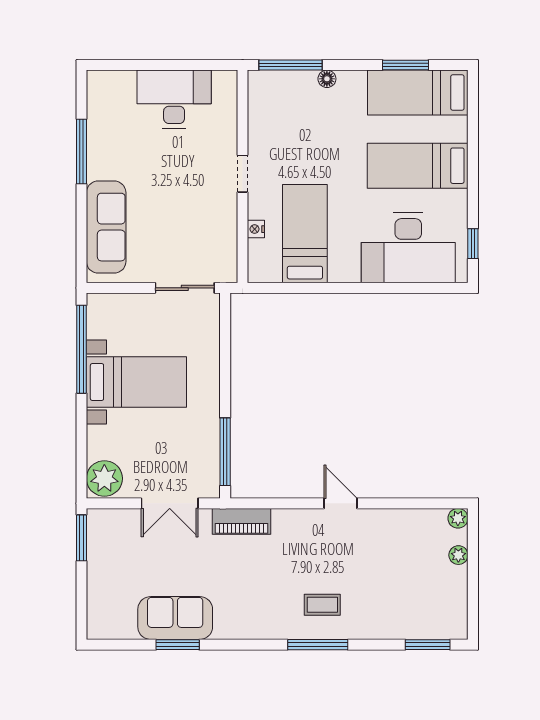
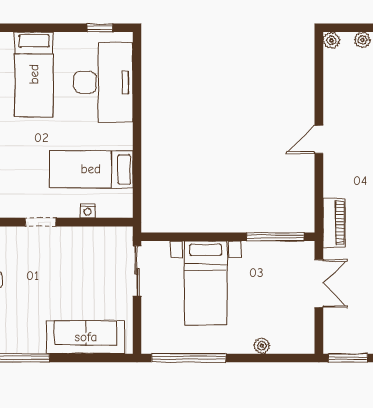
bed with nightstands: (136, 382) -> (206, 283), moved, turned 180
plant: (104, 478) -> (262, 346), moved, width x0.53, depth x0.53

